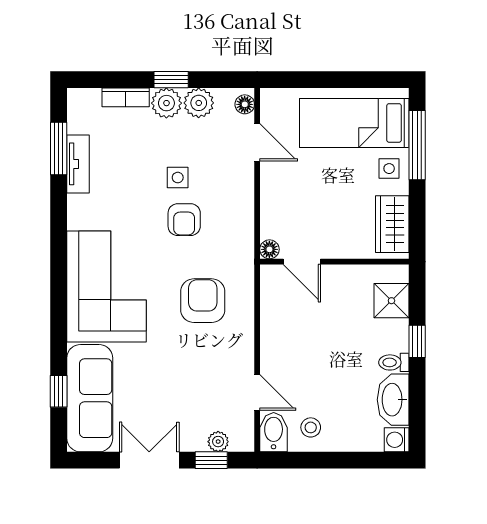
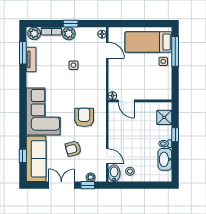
plant: (199, 103) -> (34, 33), moved
armchair: (184, 220) -> (73, 149), moved, turned 75
wardrobe: (392, 224) -> (165, 85), removed
washing machine: (397, 440) -> (166, 176), removed

